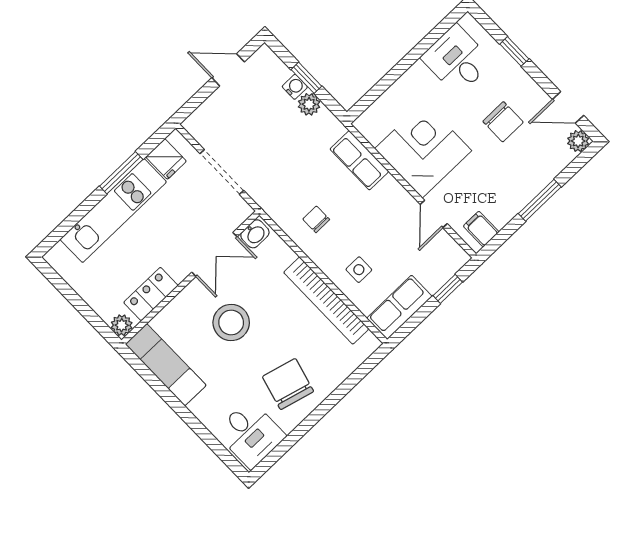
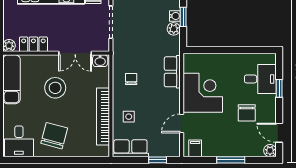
desk: (457, 60) -> (260, 79), moved, turned 90

